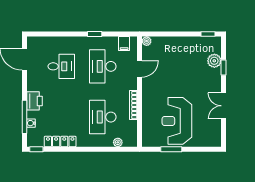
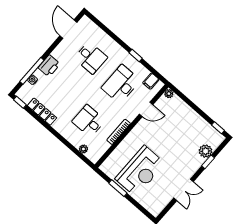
double door: (224, 106) -> (184, 190), swing flipped
desk: (103, 117) -> (89, 121), width x0.73
reception desk: (177, 121) -> (140, 171), turned 180

